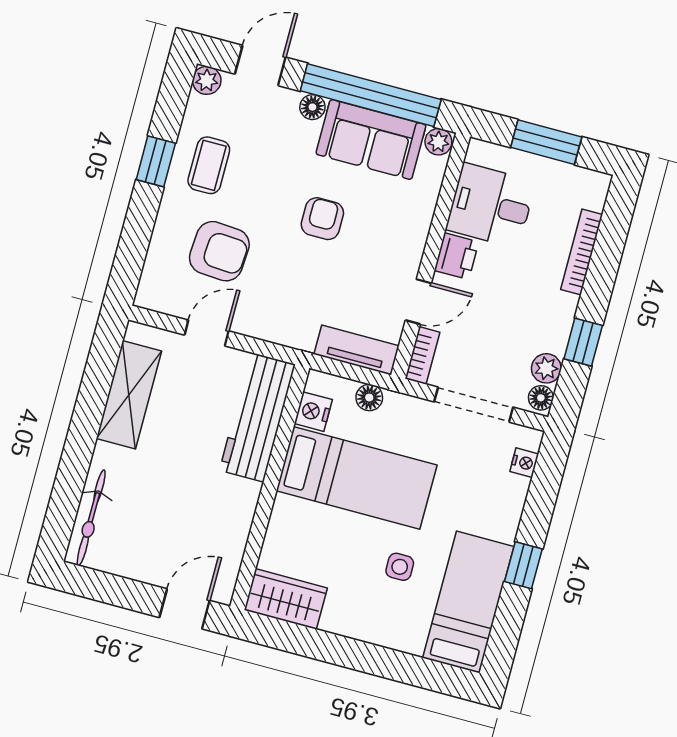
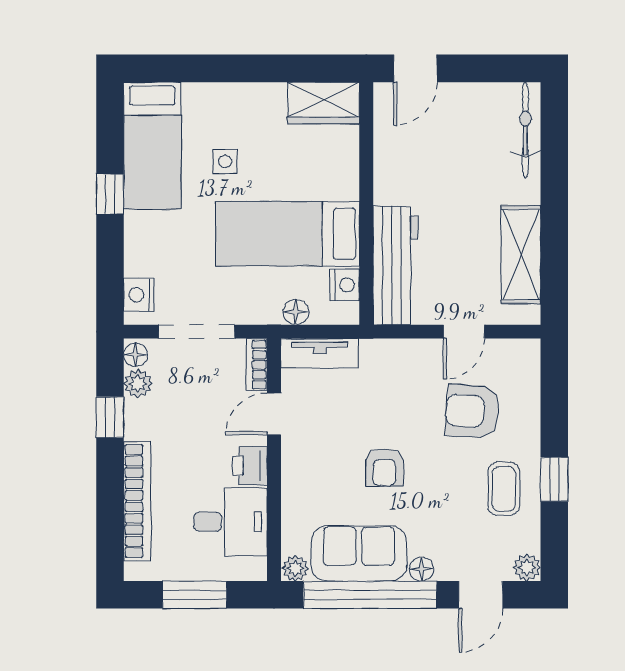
bookcase: (582, 252) -> (137, 501), width x1.48, depth x1.31
nightstand: (524, 463) -> (139, 295), width x1.39, depth x1.35

